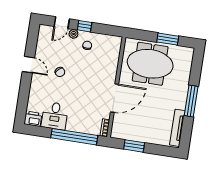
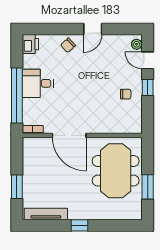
plant: (74, 34) -> (137, 44), moved
chair: (60, 72) -> (68, 45), moved
window: (191, 101) -> (80, 225), width x0.46
desk: (55, 116) -> (38, 83), moved
window: (134, 146) -> (17, 187), moved

